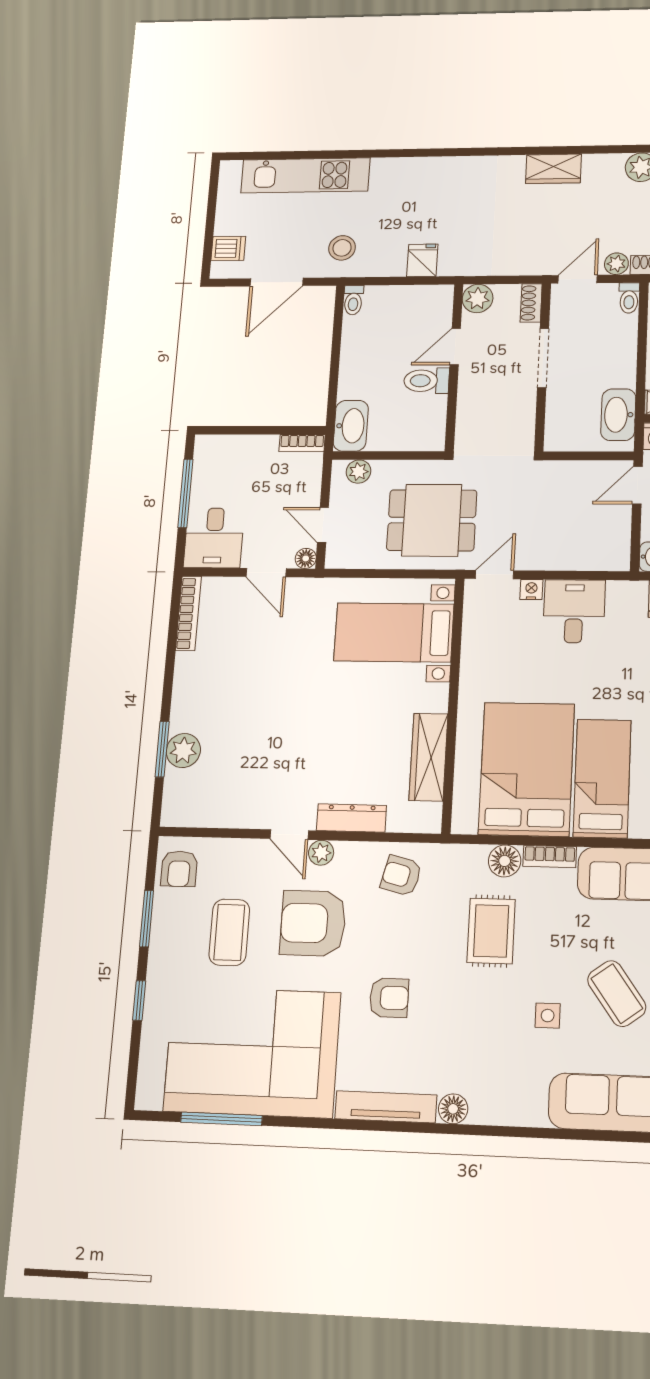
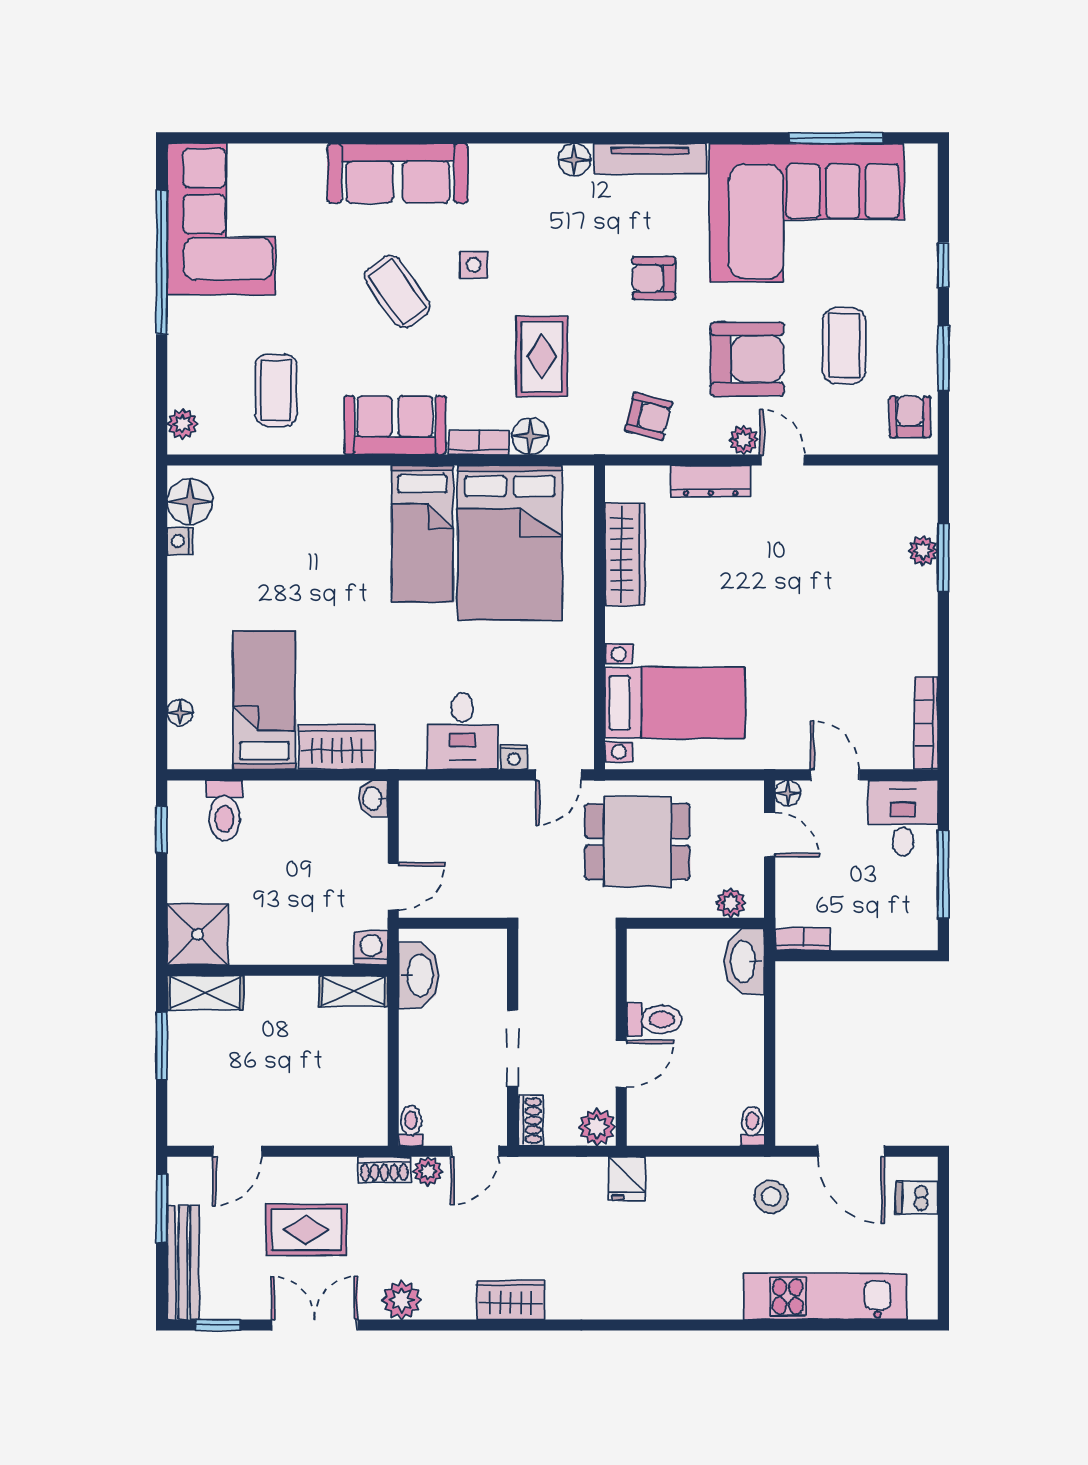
fridge: (422, 260) -> (627, 1178), moved
door: (277, 282) -> (851, 1151), swing flipped
plant: (183, 751) -> (923, 551), width x0.73, depth x0.73

